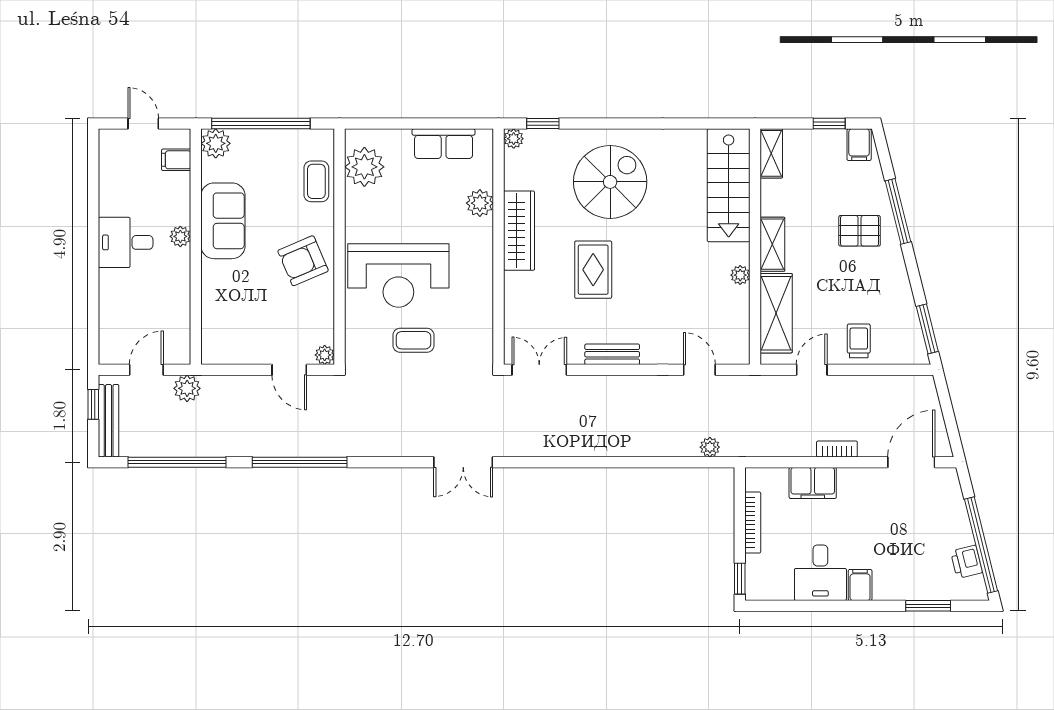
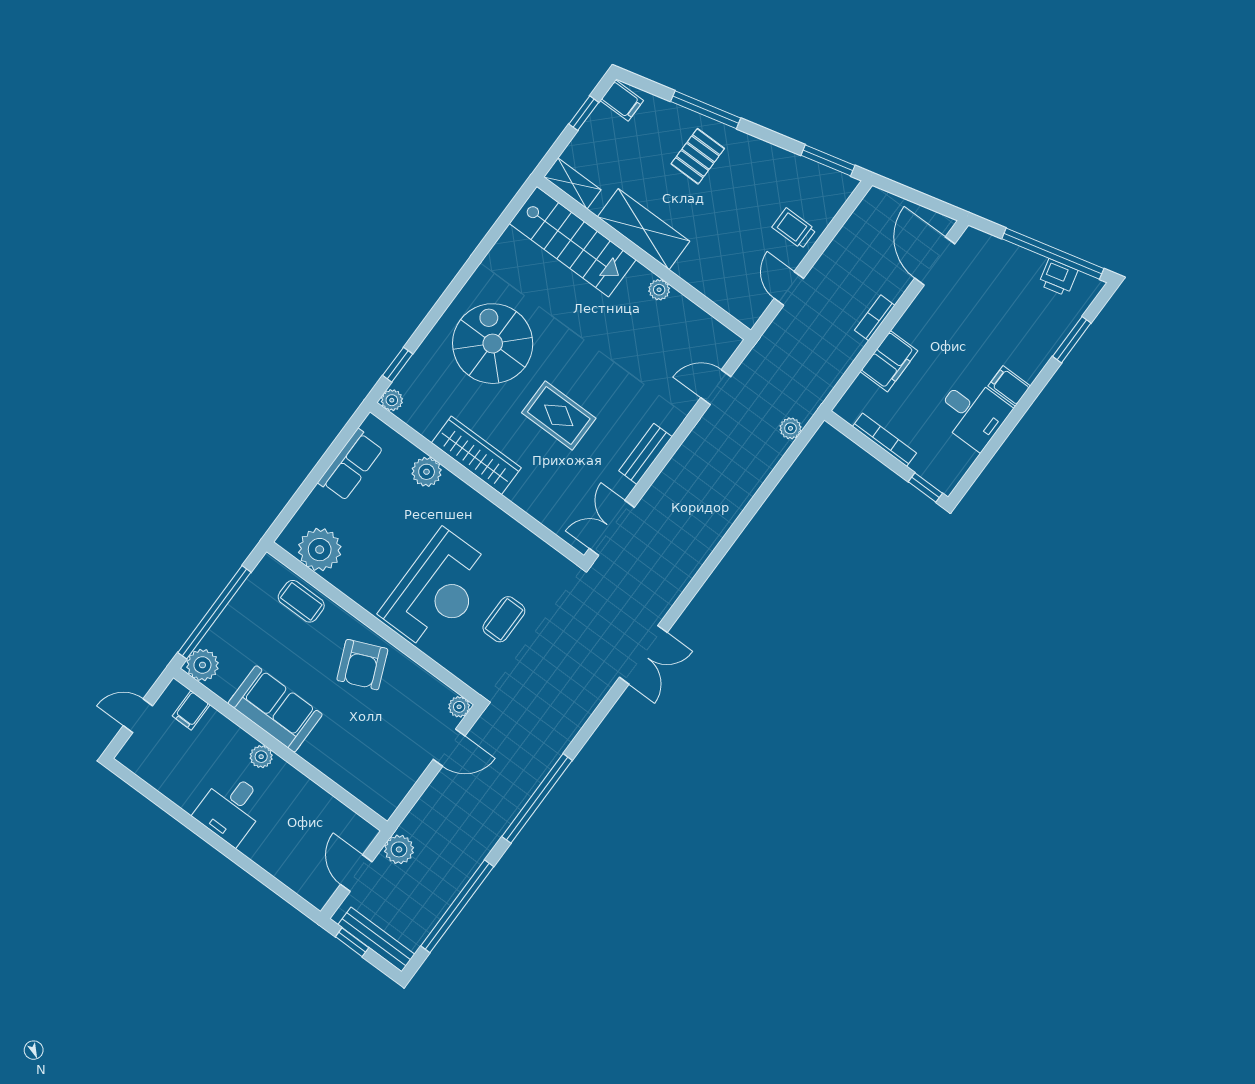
shelving: (772, 244) -> (644, 229), width x1.50, depth x1.33
shelving: (776, 313) -> (716, 283), removed

